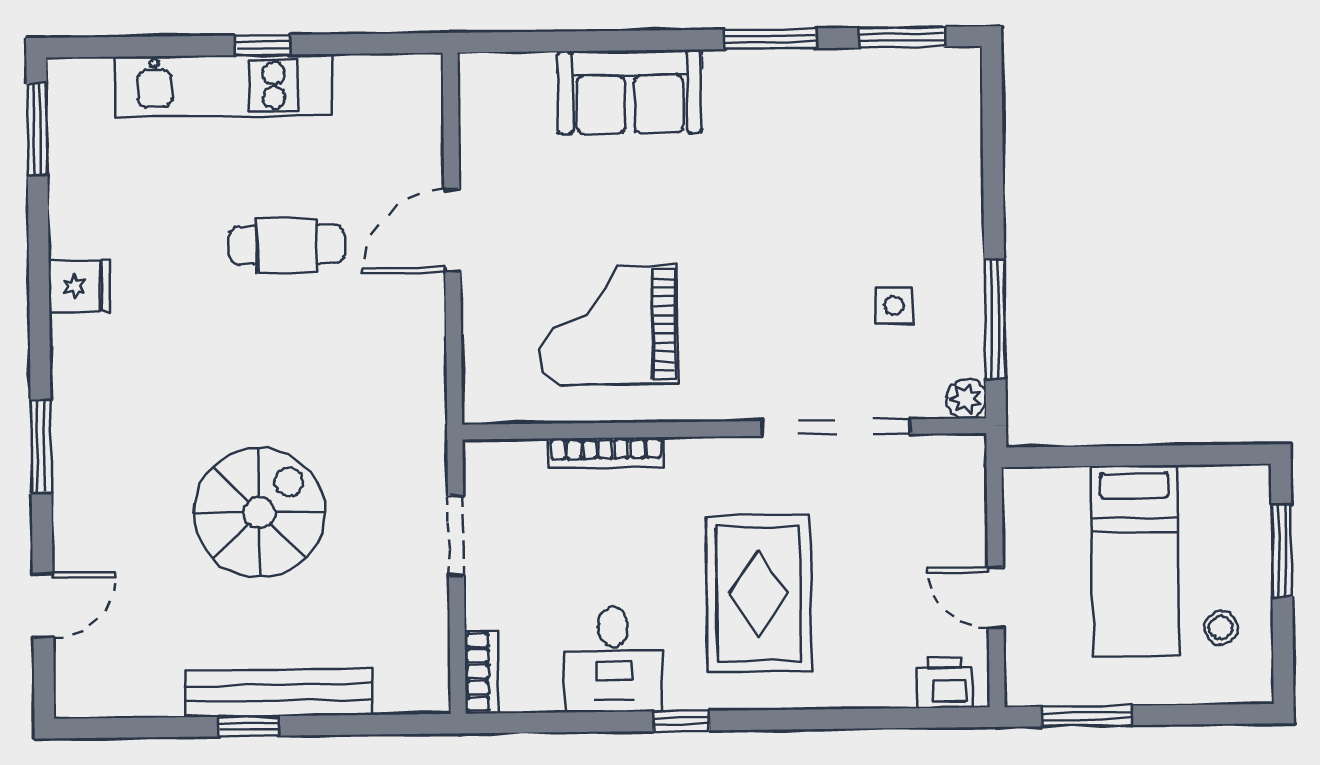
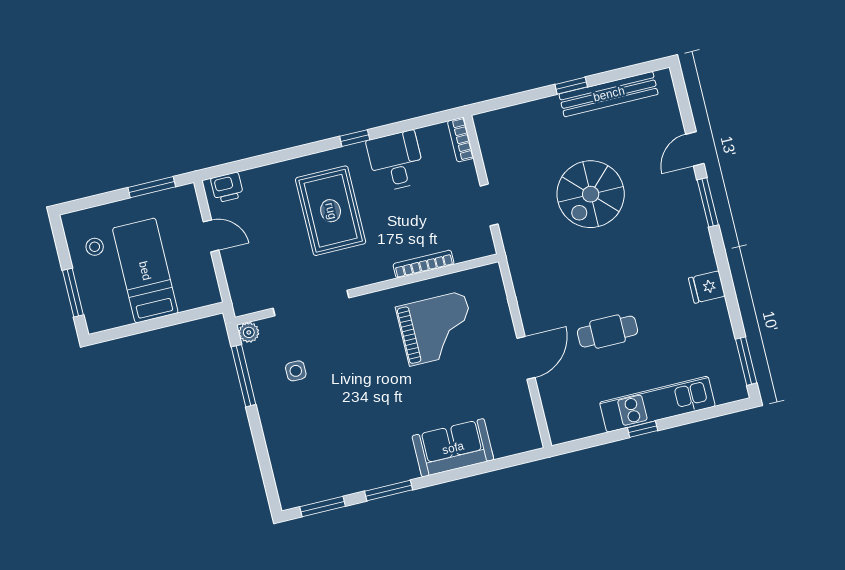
door: (43, 605) -> (695, 149), moved
bench: (279, 693) -> (609, 94), moved

